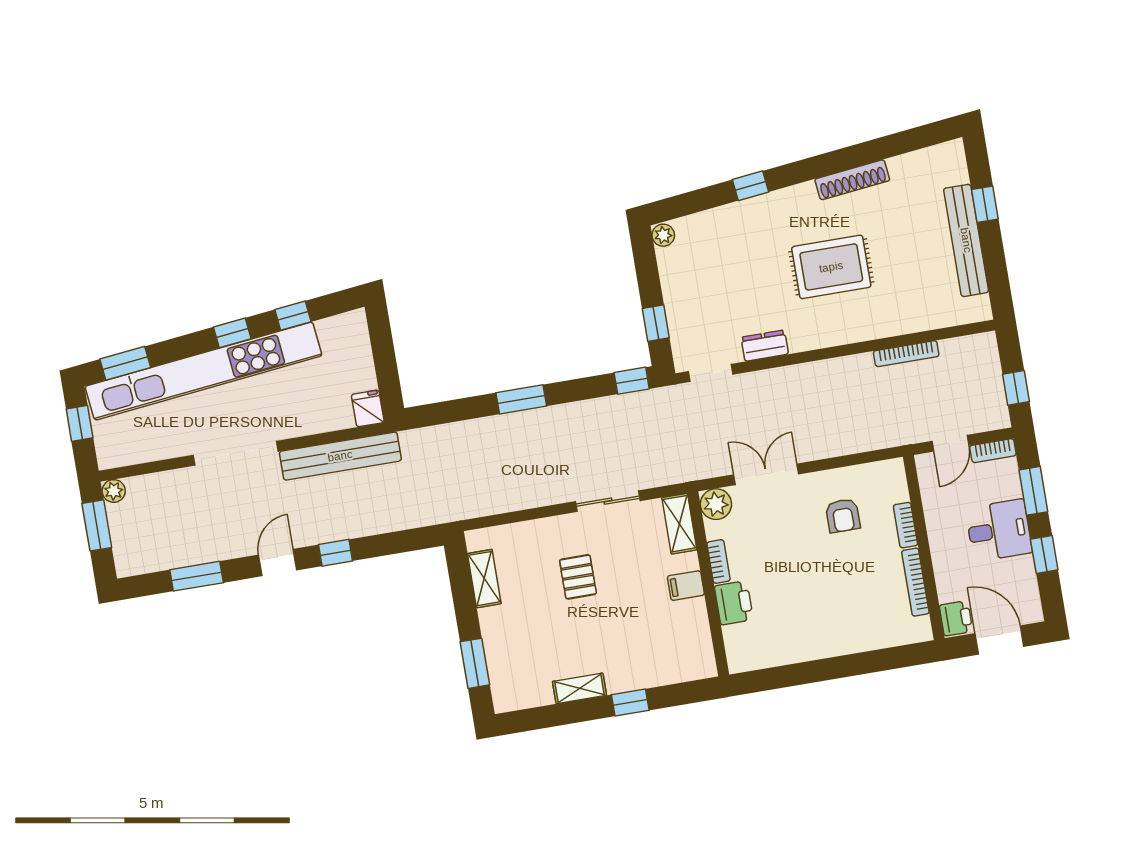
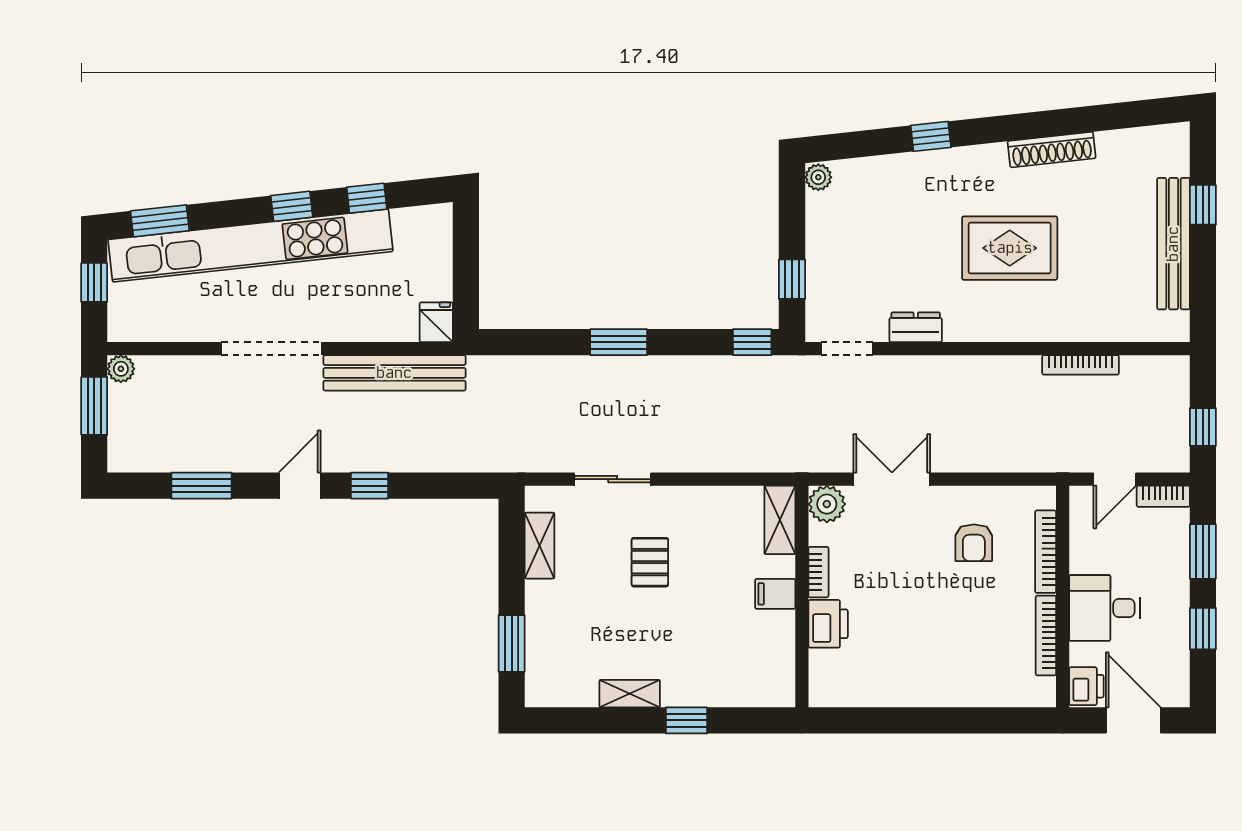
sliding door: (608, 501) -> (613, 479), moved
bookcase: (905, 525) -> (1046, 552), width x1.56
desk: (999, 530) -> (1105, 608), moved, turned 180

